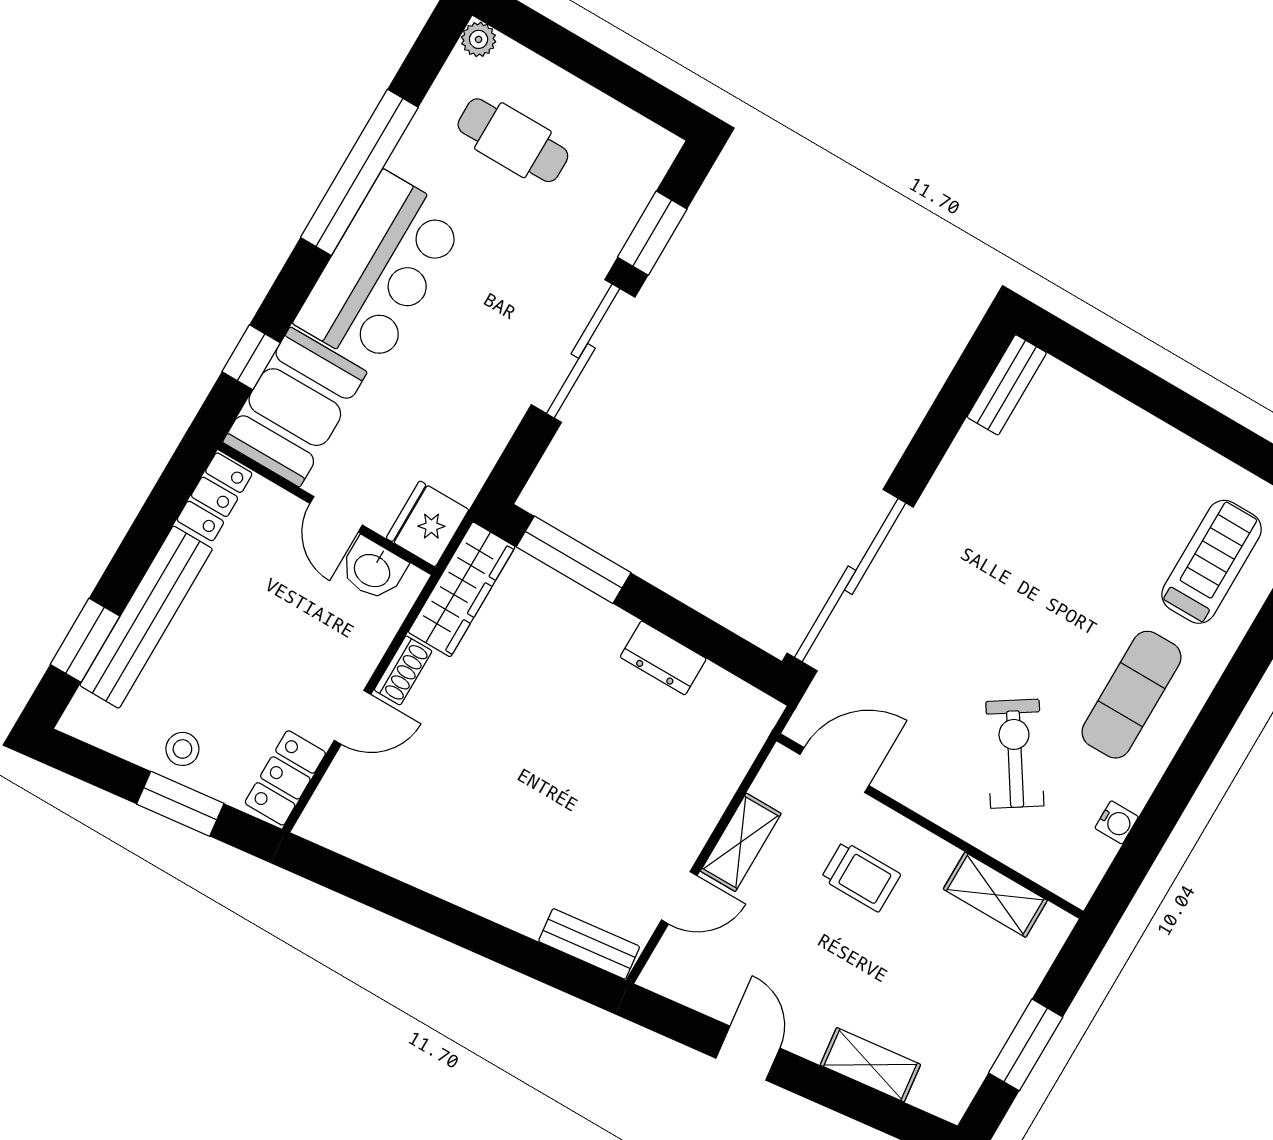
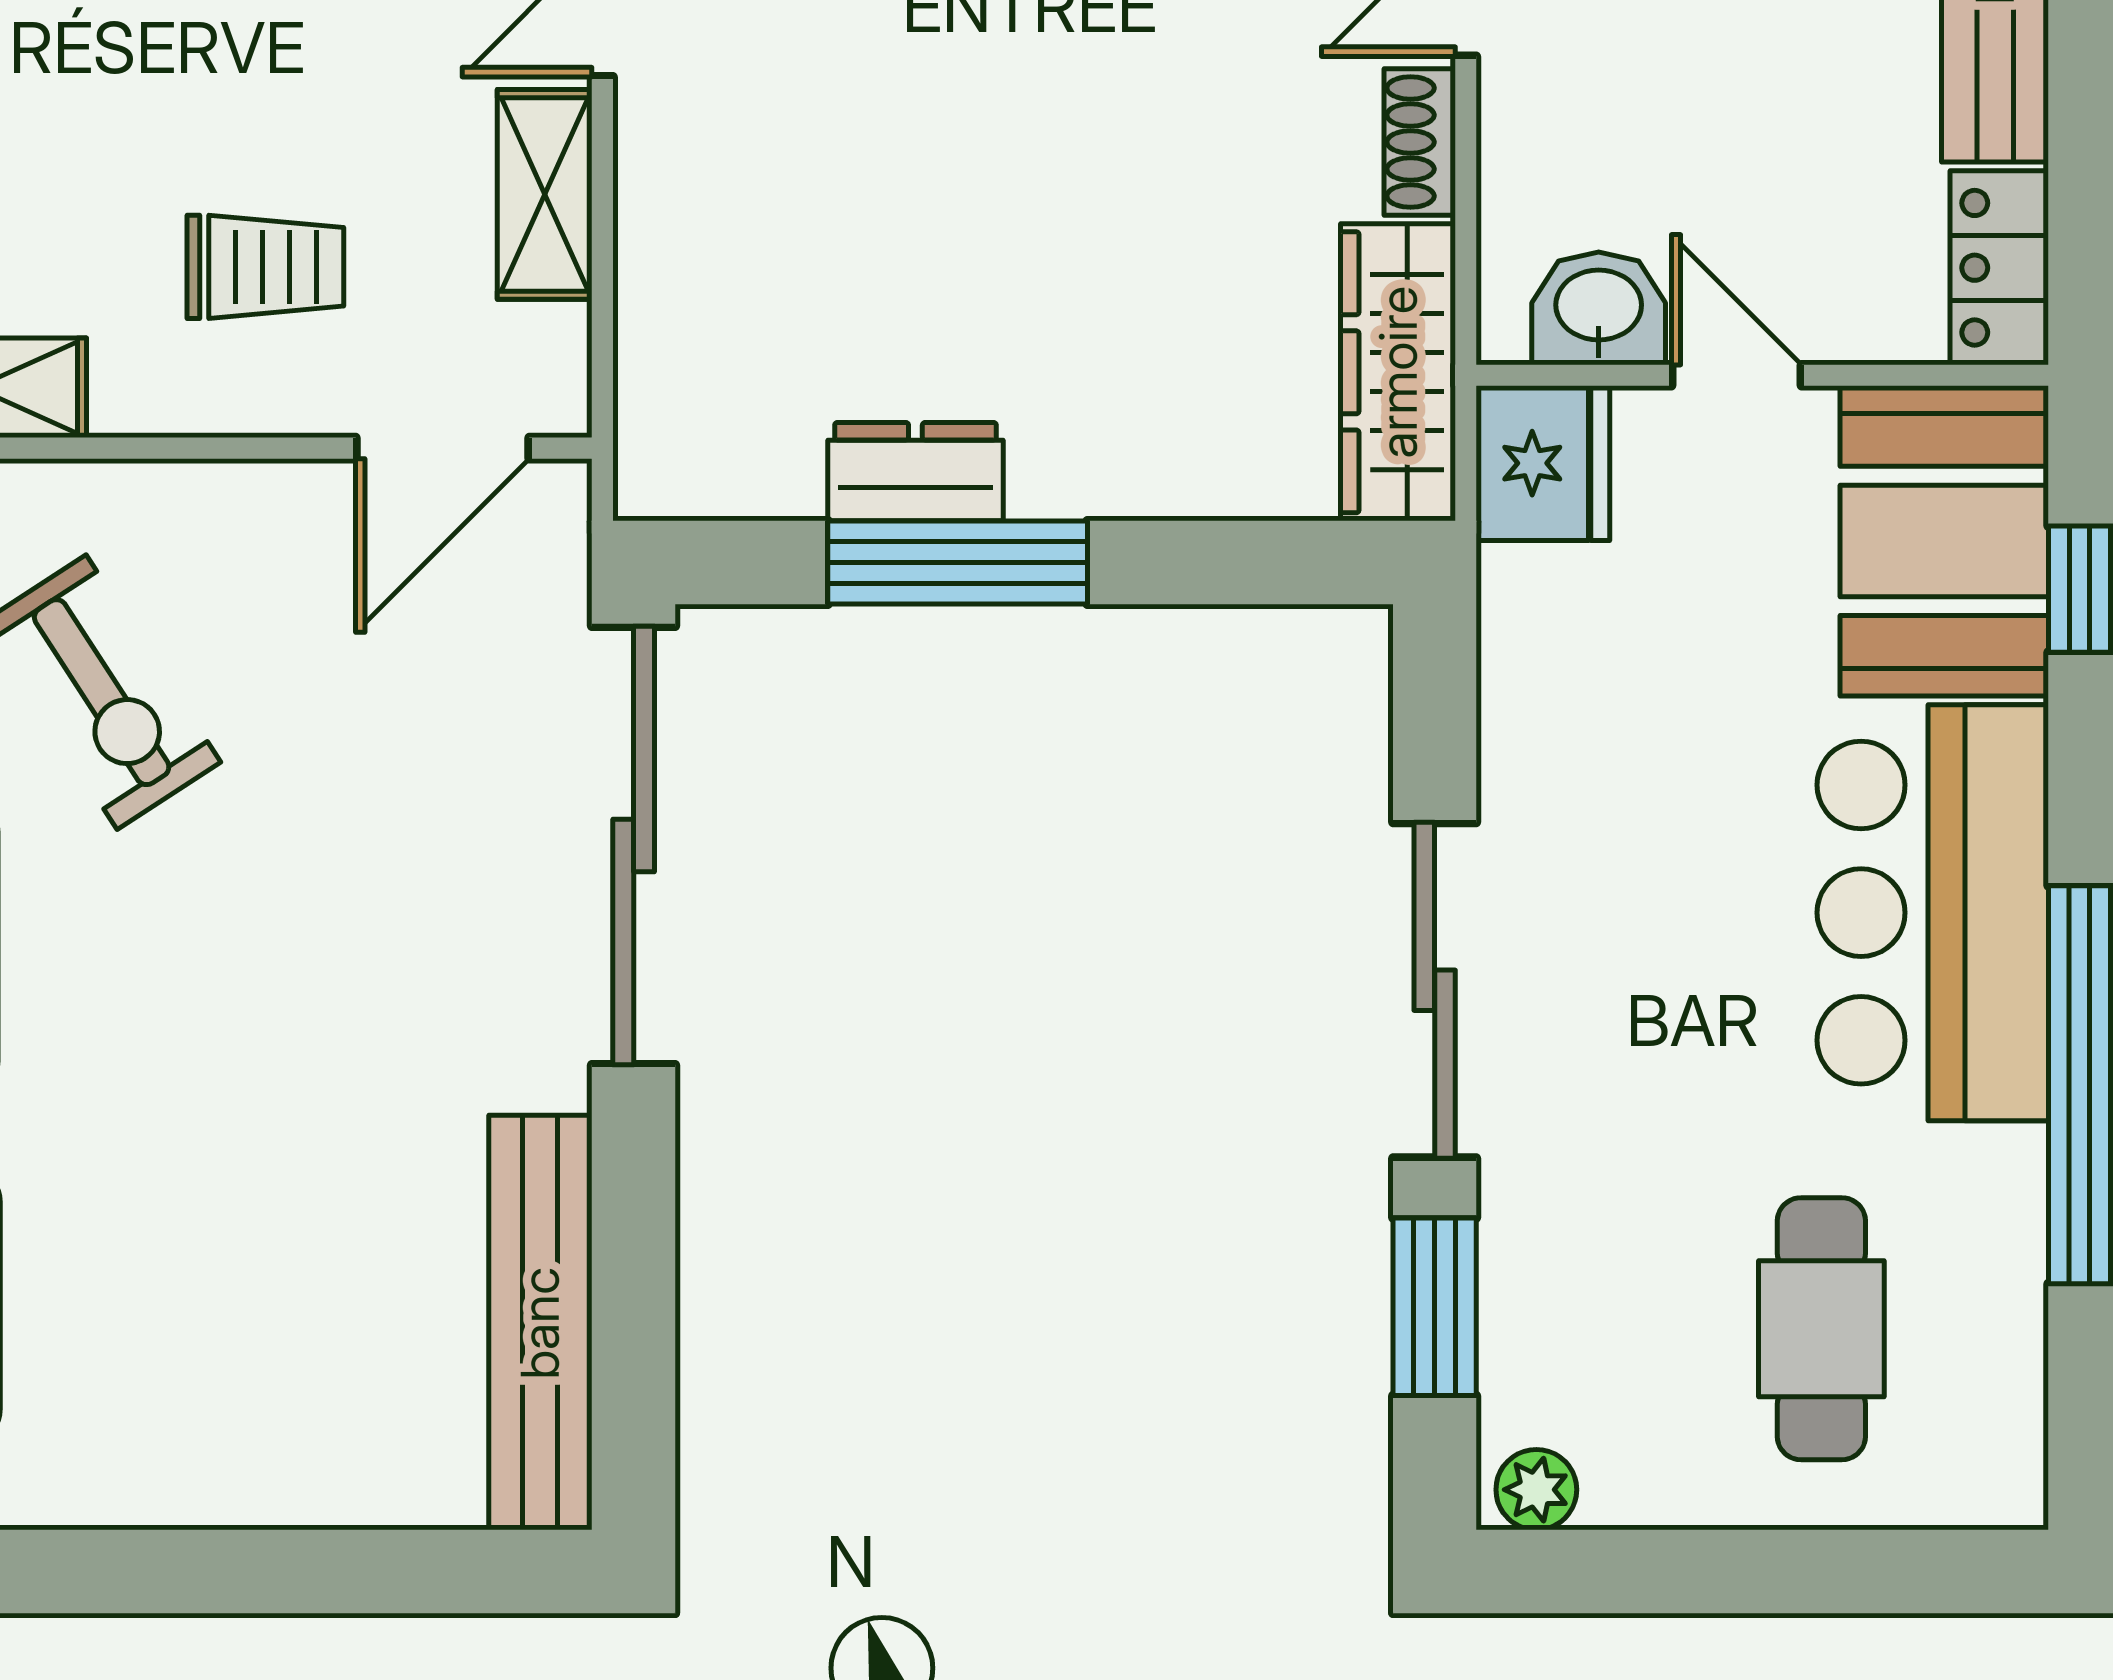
plant: (479, 39) -> (1536, 1490), moved
cafe table: (513, 140) -> (1821, 1329), turned 90
bench: (1007, 385) -> (540, 1323), width x1.86, depth x1.21
window: (574, 560) -> (958, 563), moved
trolley: (861, 876) -> (265, 267), turned 180

